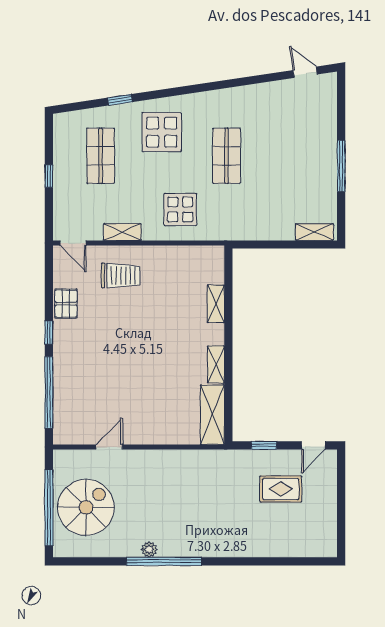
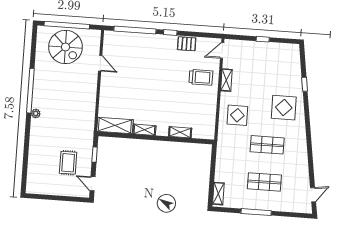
shop shelf: (101, 156) -> (264, 182), moved
trolley: (121, 275) -> (201, 77), turned -90
plant: (149, 550) -> (36, 113), moved

